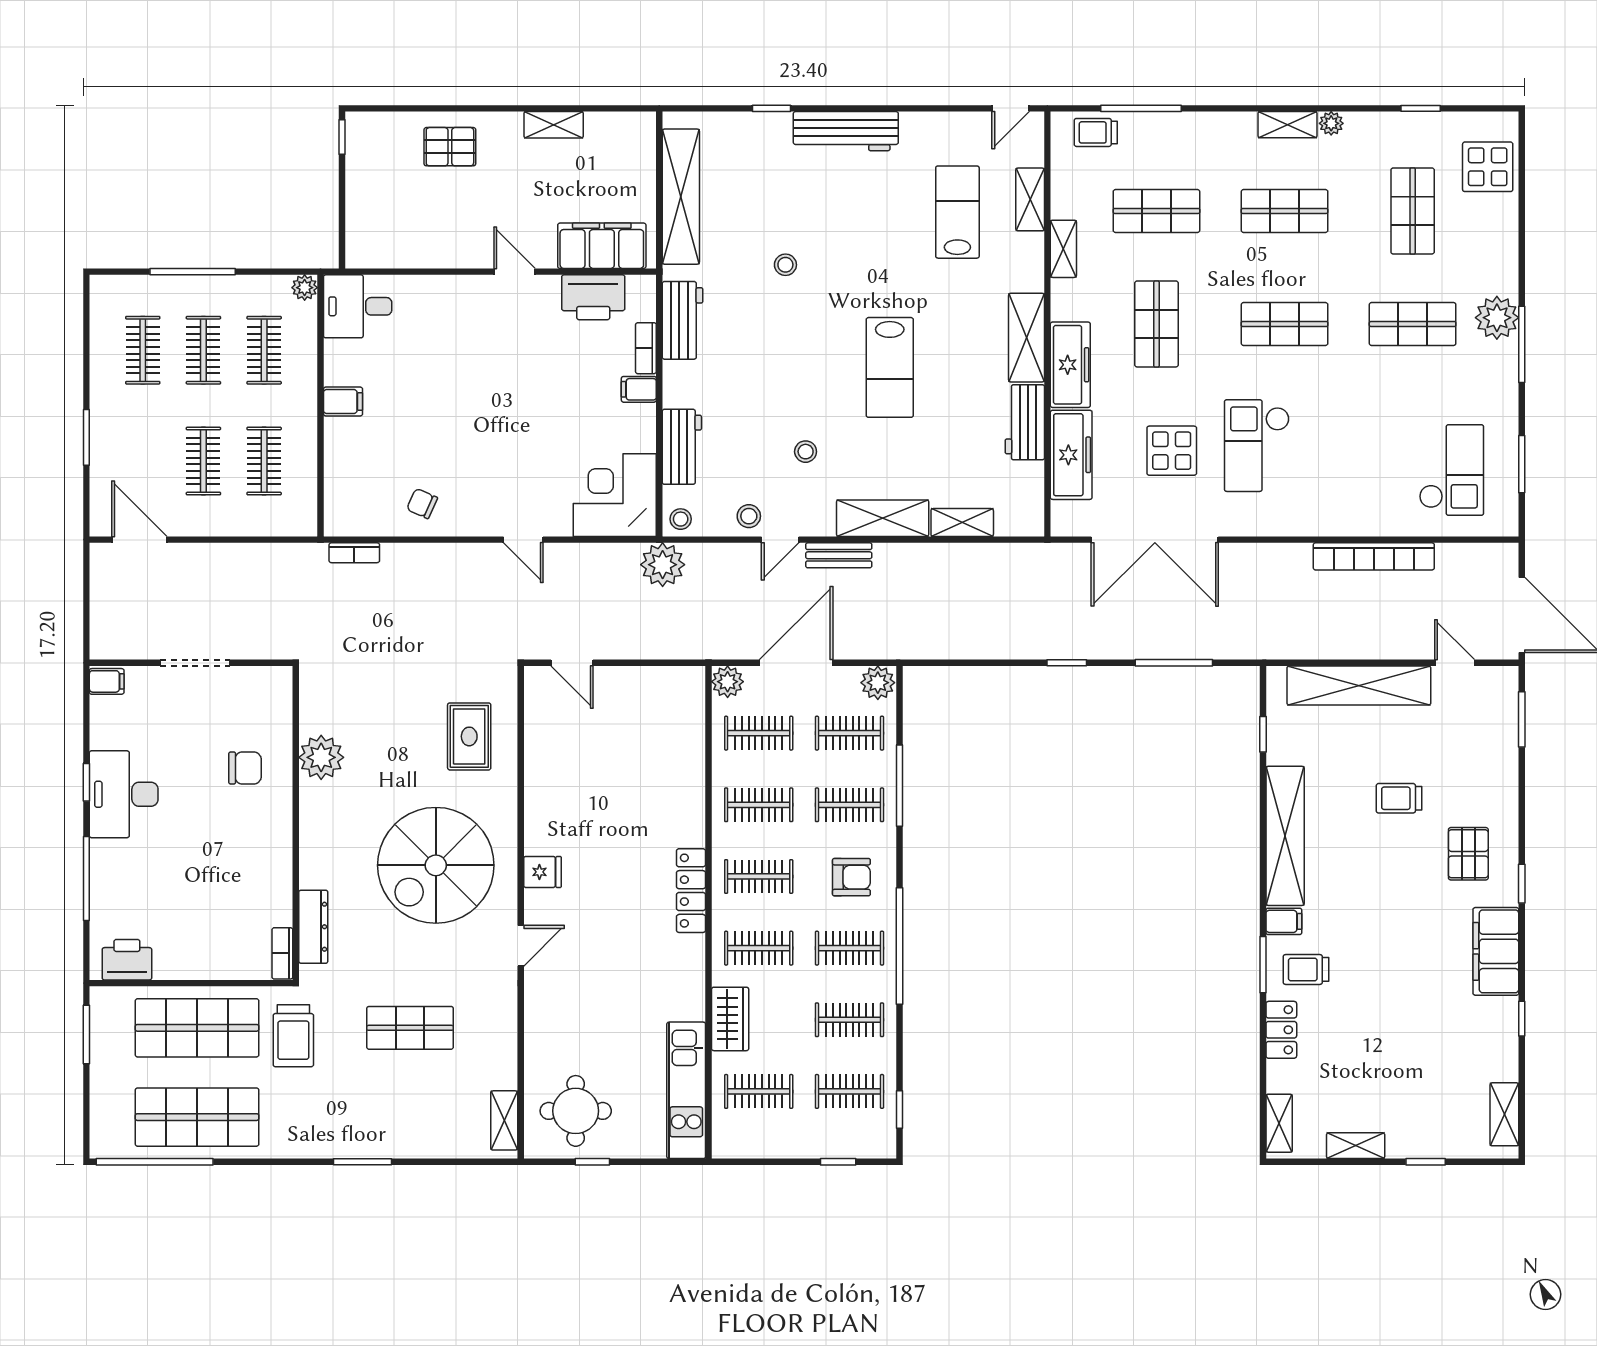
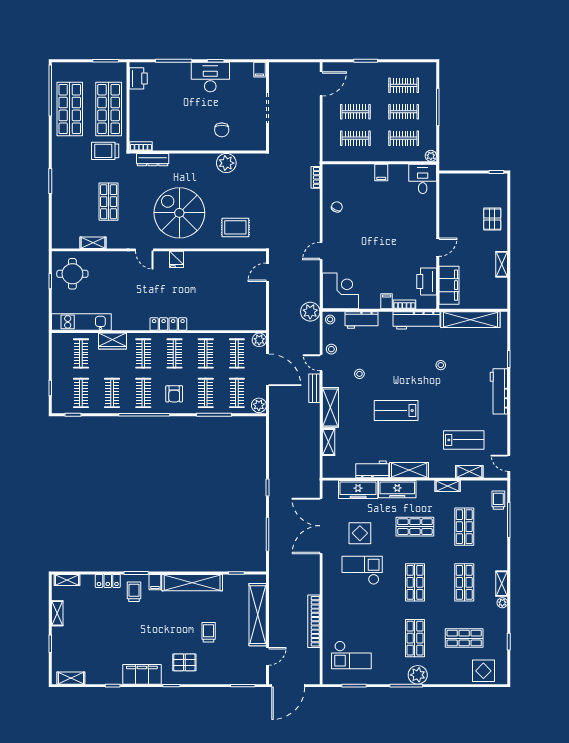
workbench: (683, 320) -> (417, 320), width x1.37
shelving: (504, 1120) -> (93, 243), moved

